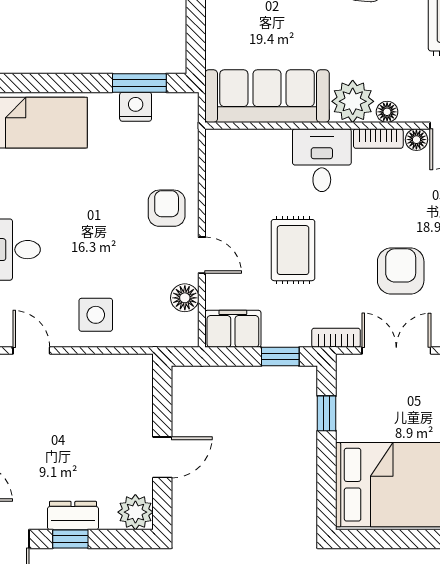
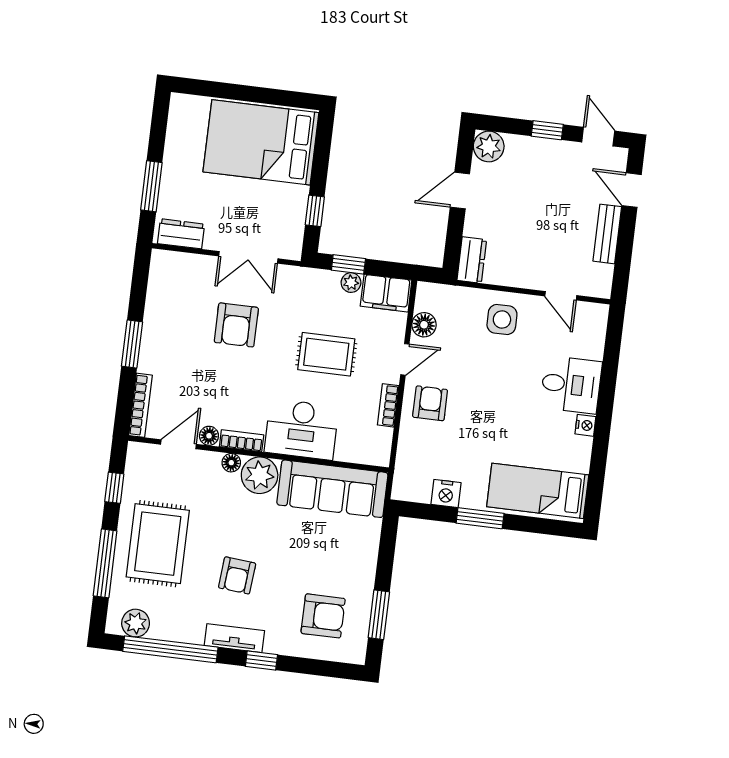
window: (139, 83) -> (480, 518), moved
desk: (322, 160) -> (302, 429), width x1.37
armchair: (167, 208) -> (430, 403), turned 180
rug: (293, 250) -> (326, 354), turned 90
door: (202, 255) -> (405, 359), swing flipped
plant: (275, 336) -> (351, 283), added
bookcase: (336, 338) -> (388, 405), moved, turned 90
dresser: (73, 516) -> (472, 260), moved, turned -90

